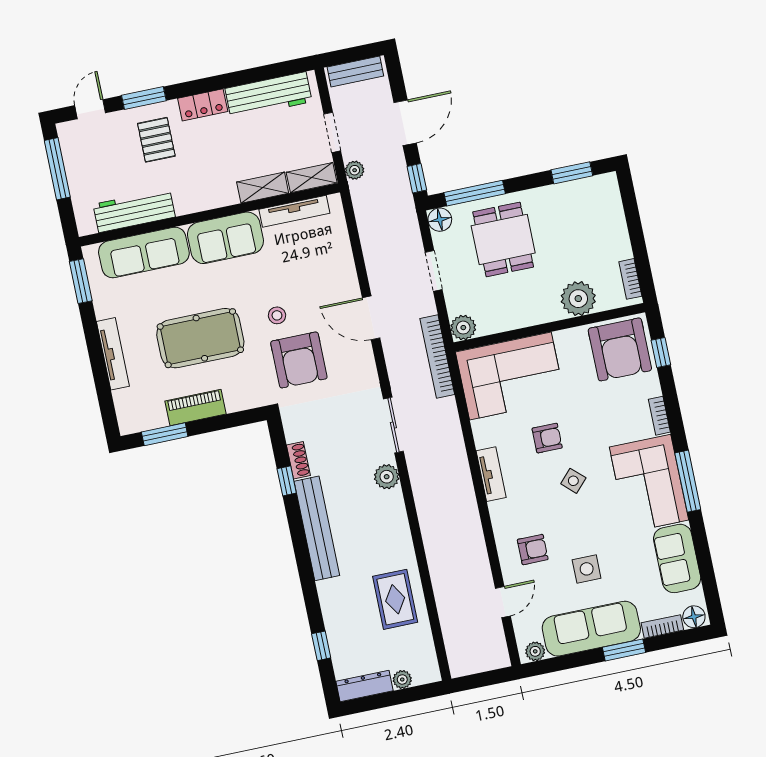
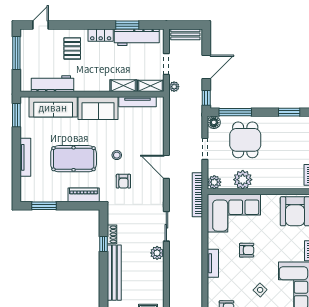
window: (144, 98) -> (127, 25), moved
plant: (578, 299) -> (243, 180), moved
armchair: (299, 360) -> (123, 181), width x0.53, depth x0.53
piano: (195, 407) -> (84, 195), moved
side table: (573, 481) -> (260, 290), moved

